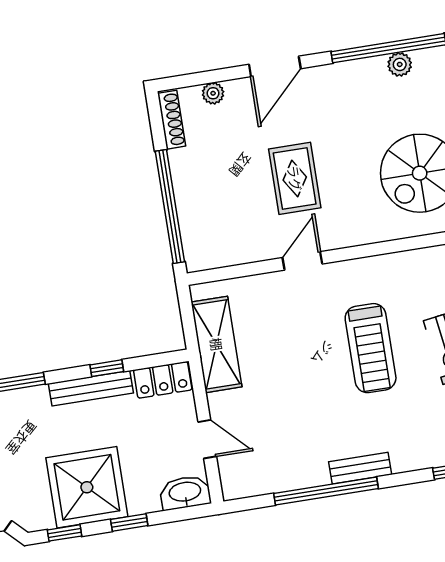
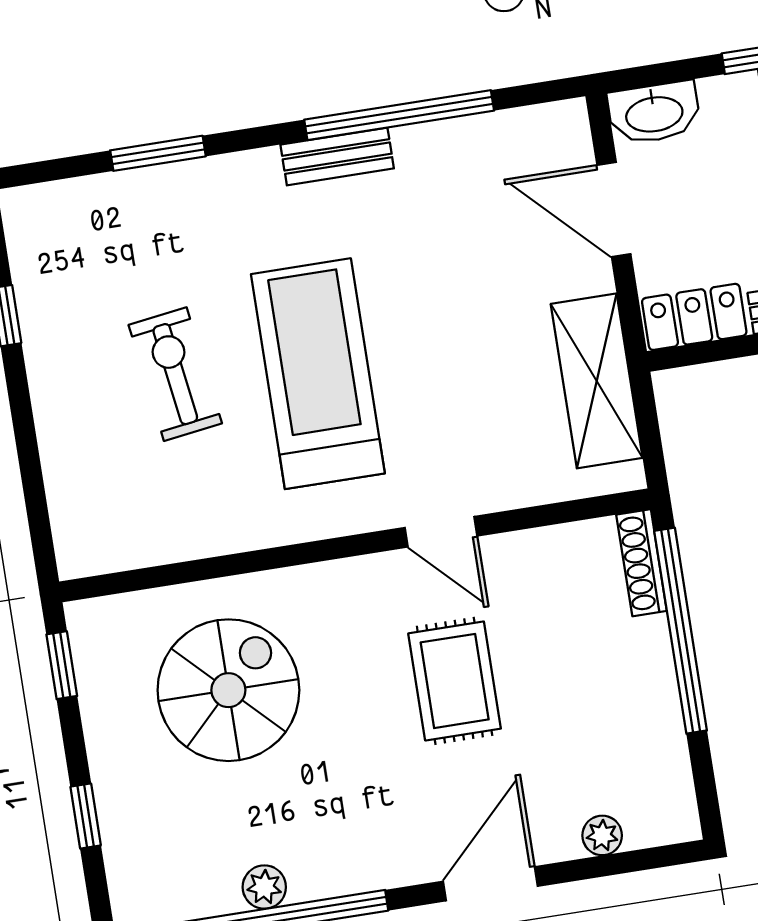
shoe rack: (172, 120) -> (642, 563), moved
door: (302, 261) -> (441, 532), hinge flipped
treadmill: (371, 348) -> (318, 374), width x1.37, depth x1.38
door: (207, 439) -> (614, 209), width x1.38

